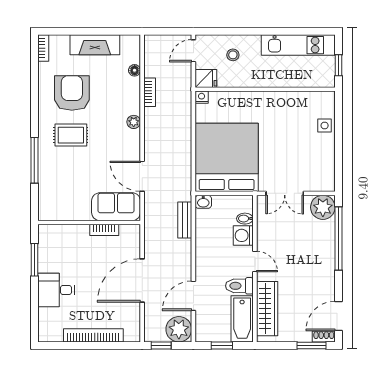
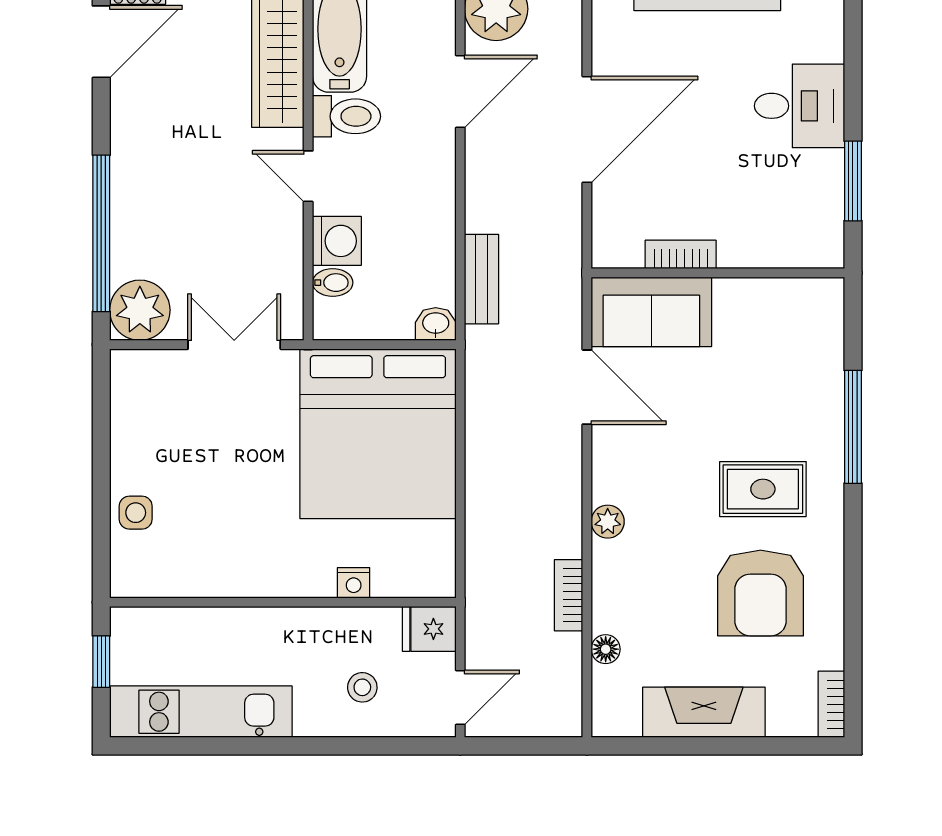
nightstand: (202, 97) -> (354, 583), moved

